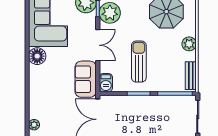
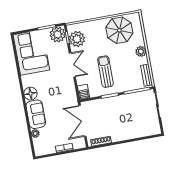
floor lamp: (37, 56) -> (30, 94), moved
sofa: (86, 79) -> (36, 114), moved, turned 180

